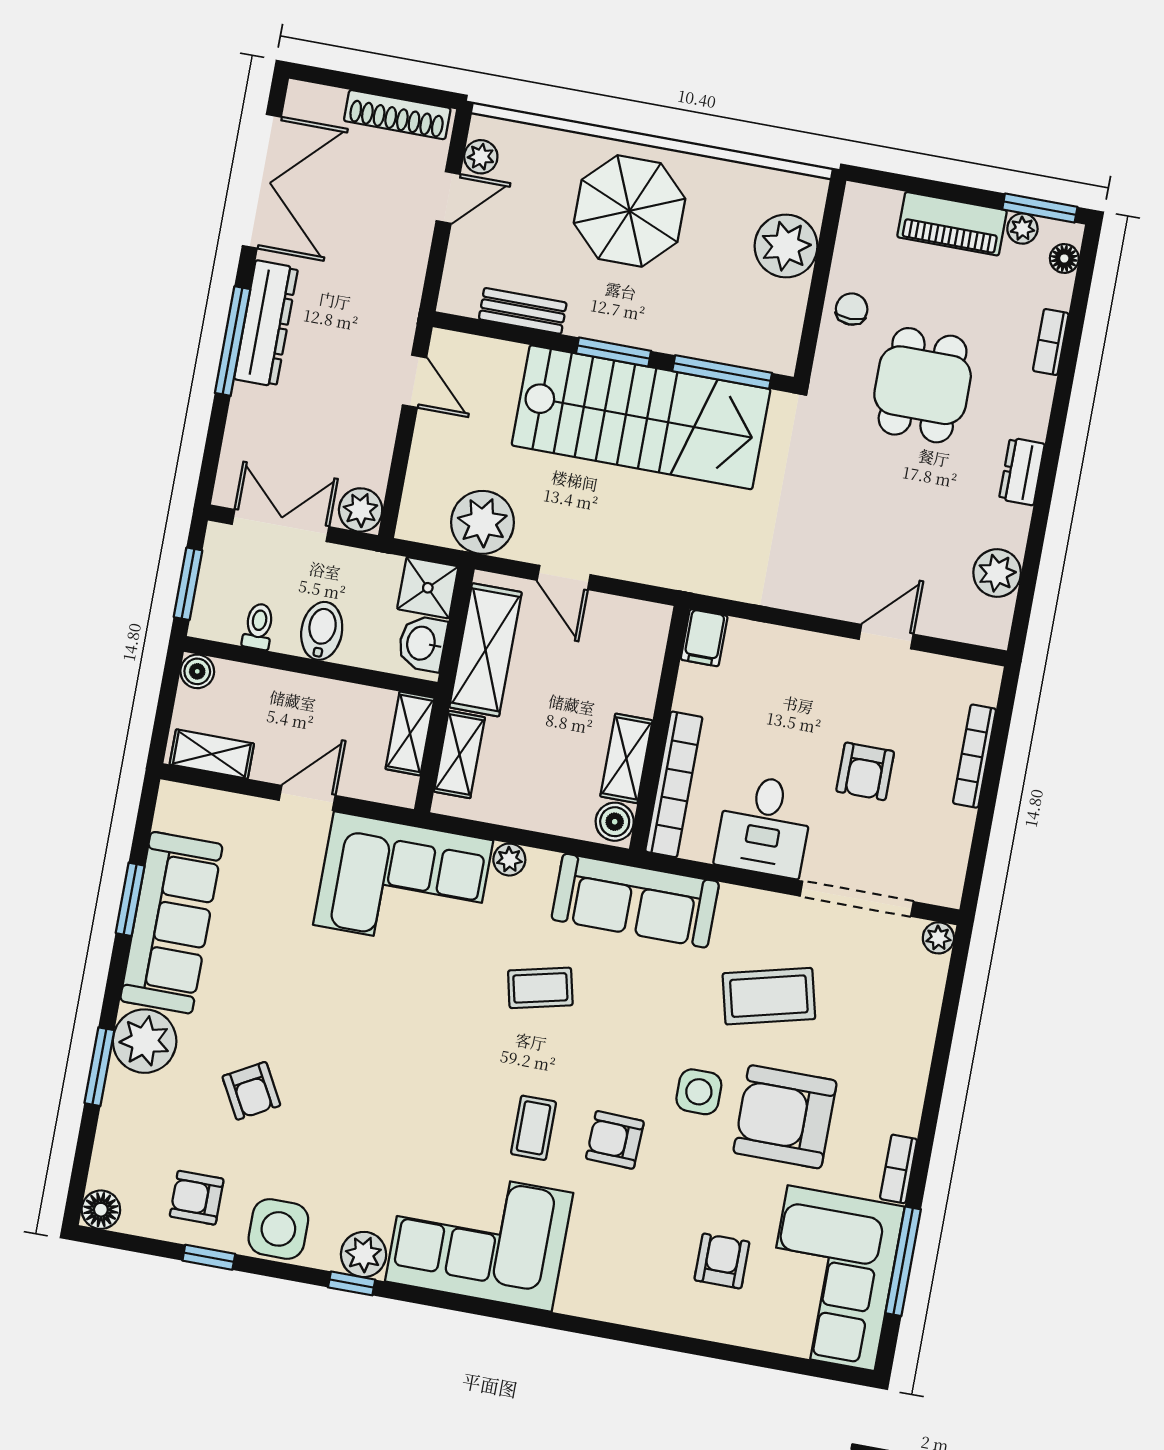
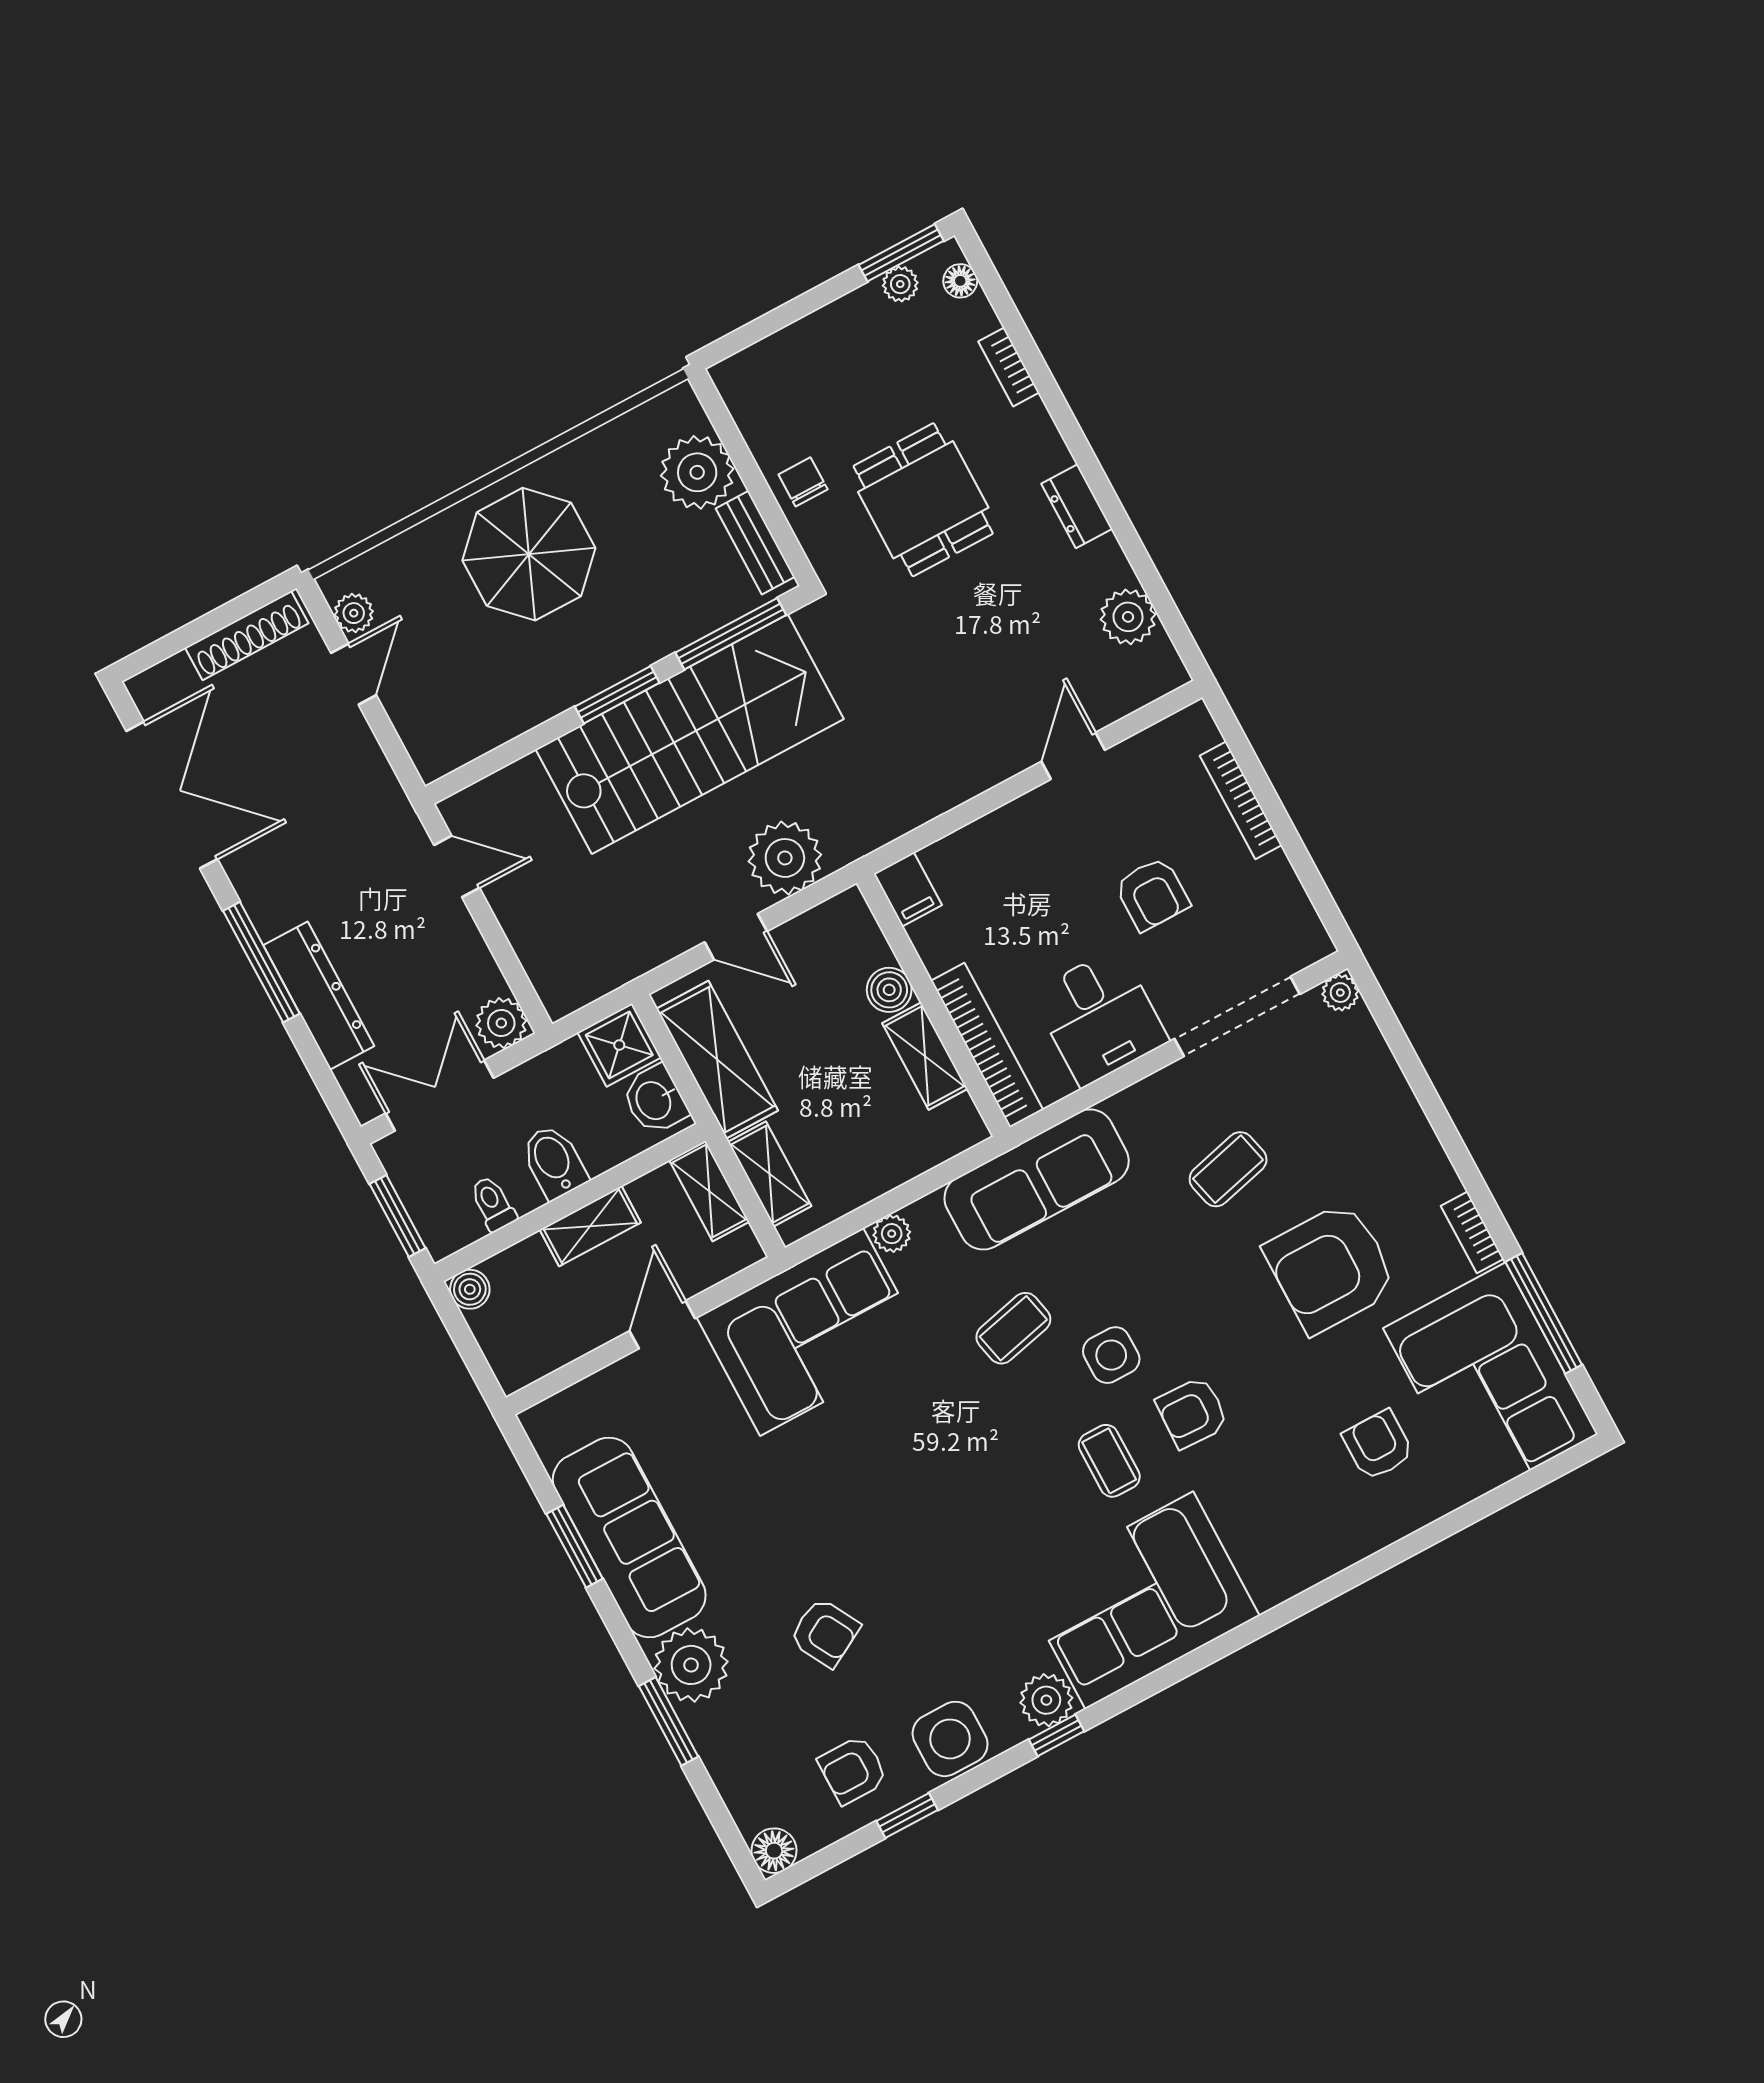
piano: (952, 224) -> (832, 331), removed
bench: (523, 311) -> (755, 543), moved, turned 90
dresser: (266, 323) -> (319, 996), moved
plant: (482, 522) -> (785, 858), moved
shelving: (212, 754) -> (590, 1226), moved
boiler: (615, 822) -> (889, 990), moved
coffee table: (769, 996) -> (1228, 1169), width x0.73, depth x0.77
side table: (699, 1092) -> (1111, 1355), moved

